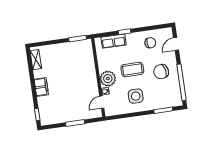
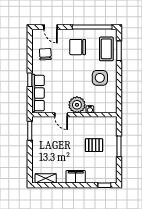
row of seats: (114, 41) -> (38, 93), width x1.48
coffee table: (132, 69) -> (106, 49), moved
chair: (161, 72) -> (78, 47), turned 102
pallet: (73, 100) -> (94, 145), added
door: (102, 102) -> (61, 115), moved

